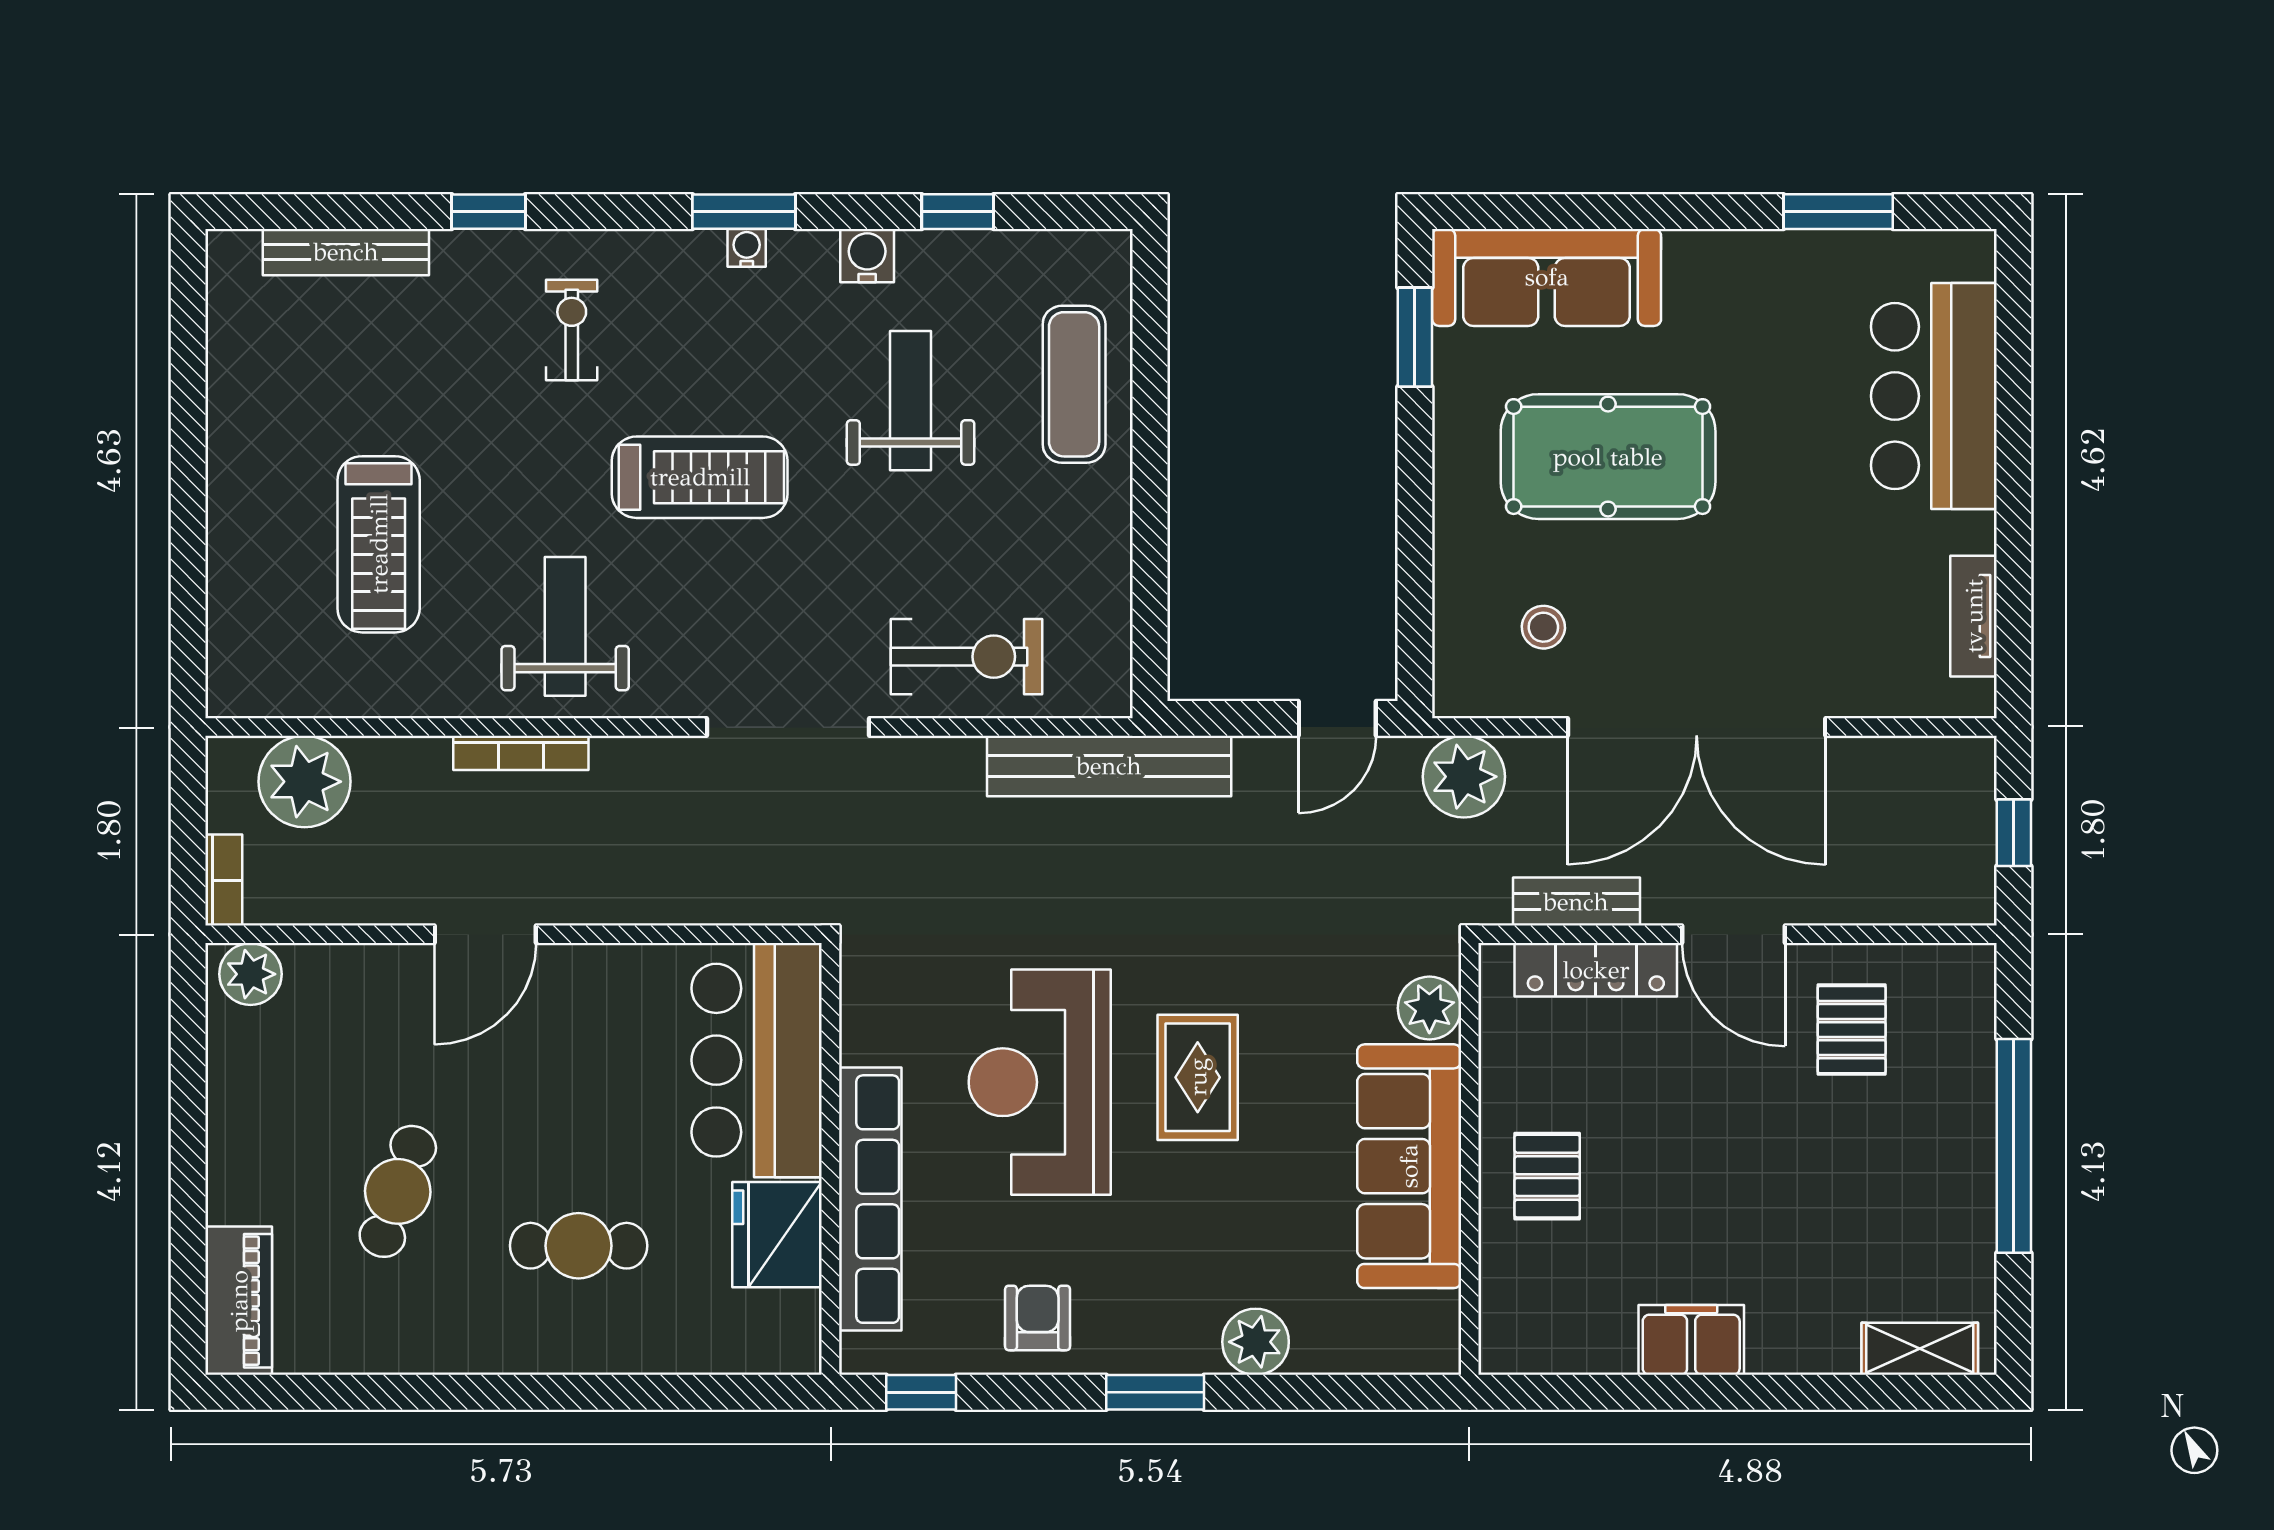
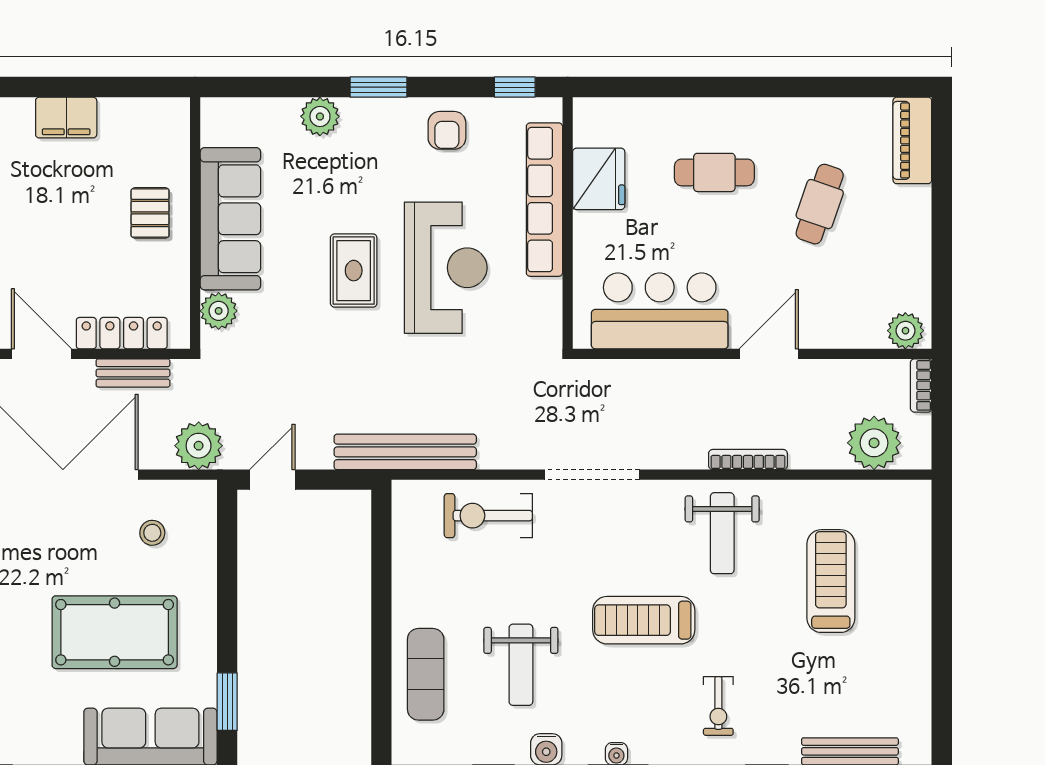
bar counter: (757, 1060) -> (660, 311), moved, turned -90

